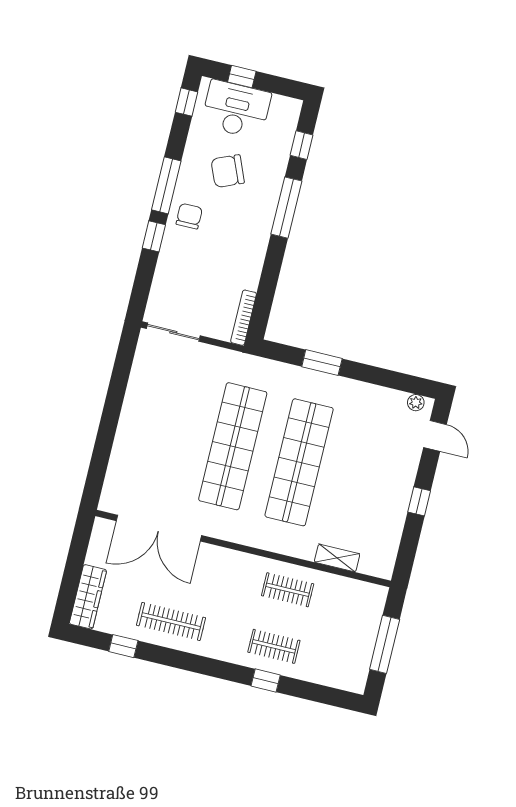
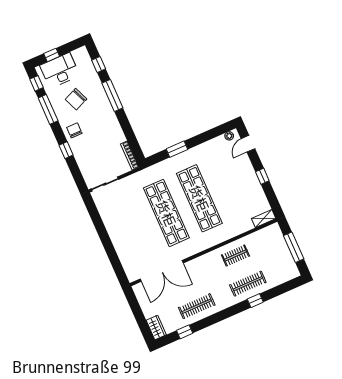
window: (166, 185) -> (48, 109), moved
door: (435, 436) -> (248, 144), swing flipped
shelving: (337, 558) -> (264, 219), moved
wardrobe: (88, 597) -> (156, 327), width x0.67
clothes rail: (274, 646) -> (248, 284), width x1.36

